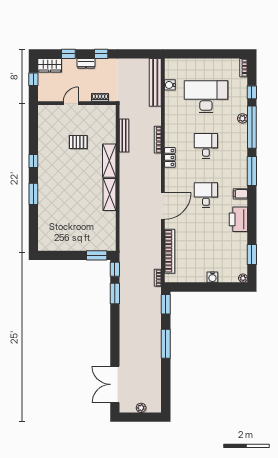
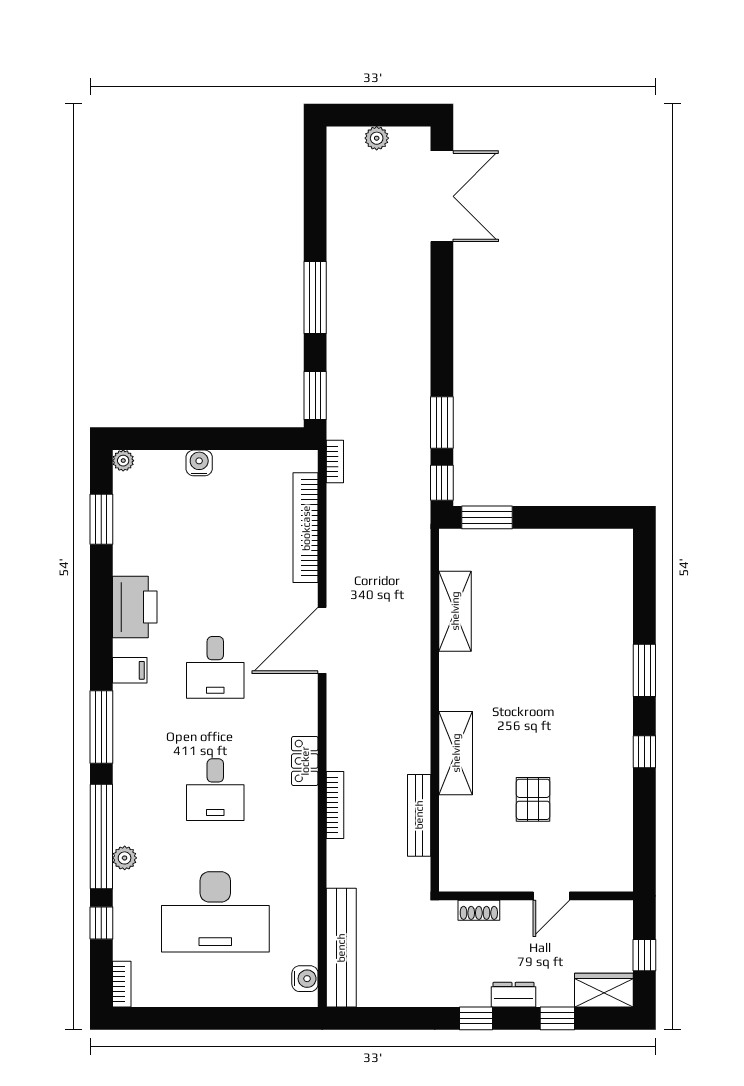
water cooler: (170, 85) -> (305, 979), moved
pallet: (78, 142) -> (533, 799), turned 90
shelving: (110, 194) -> (455, 611), moved

